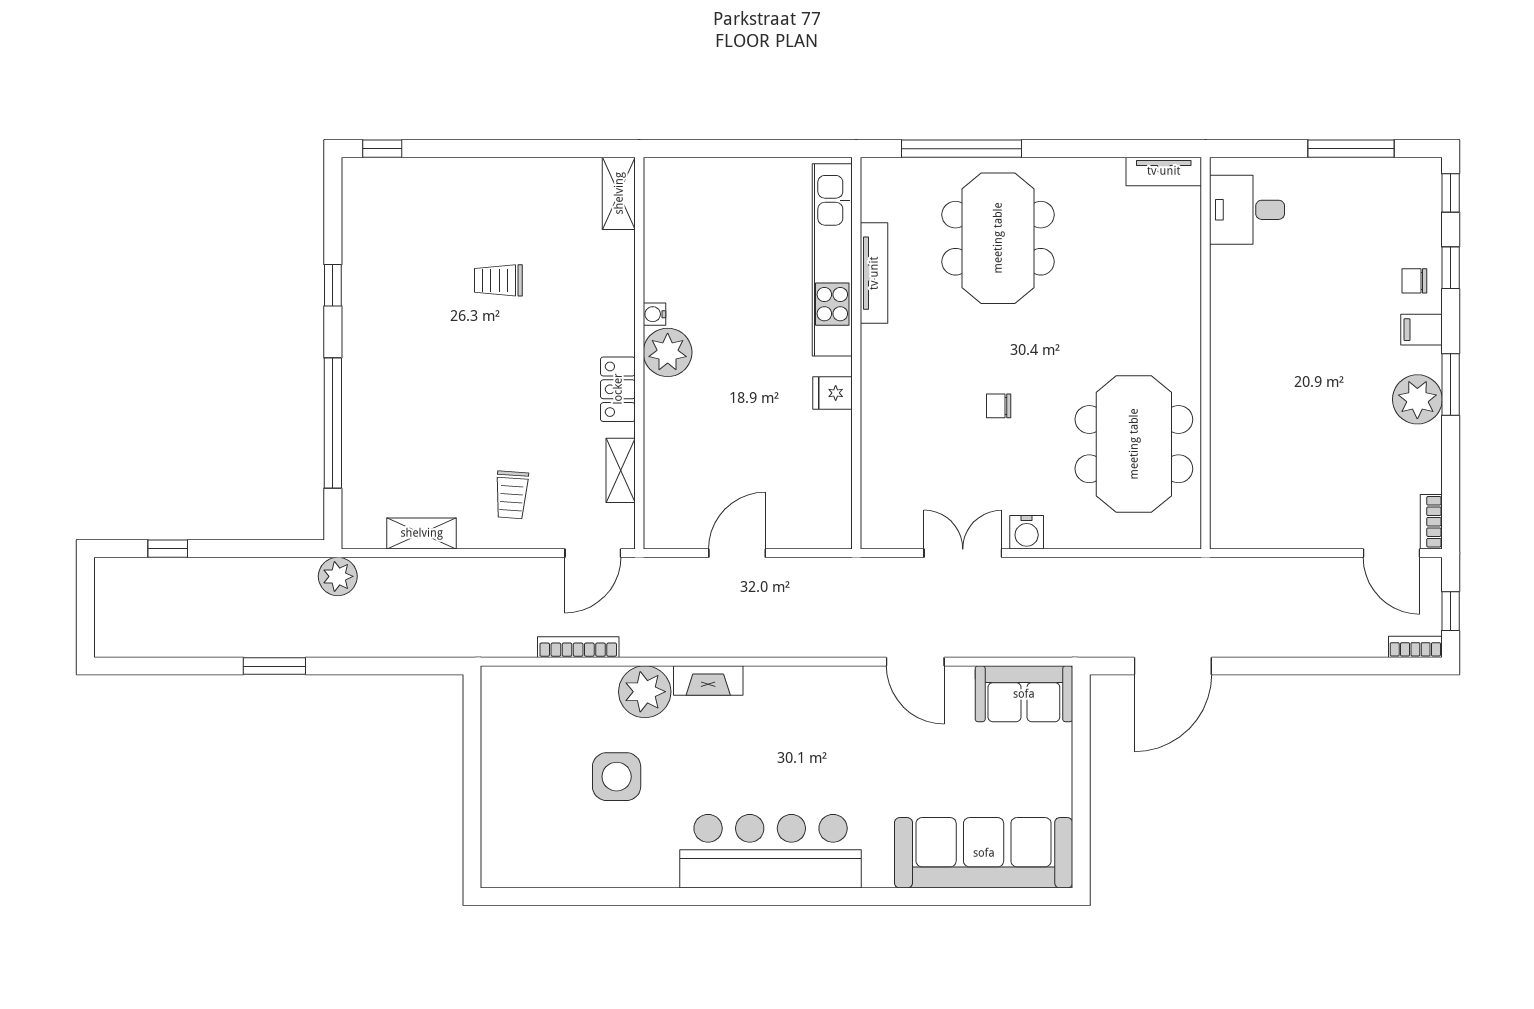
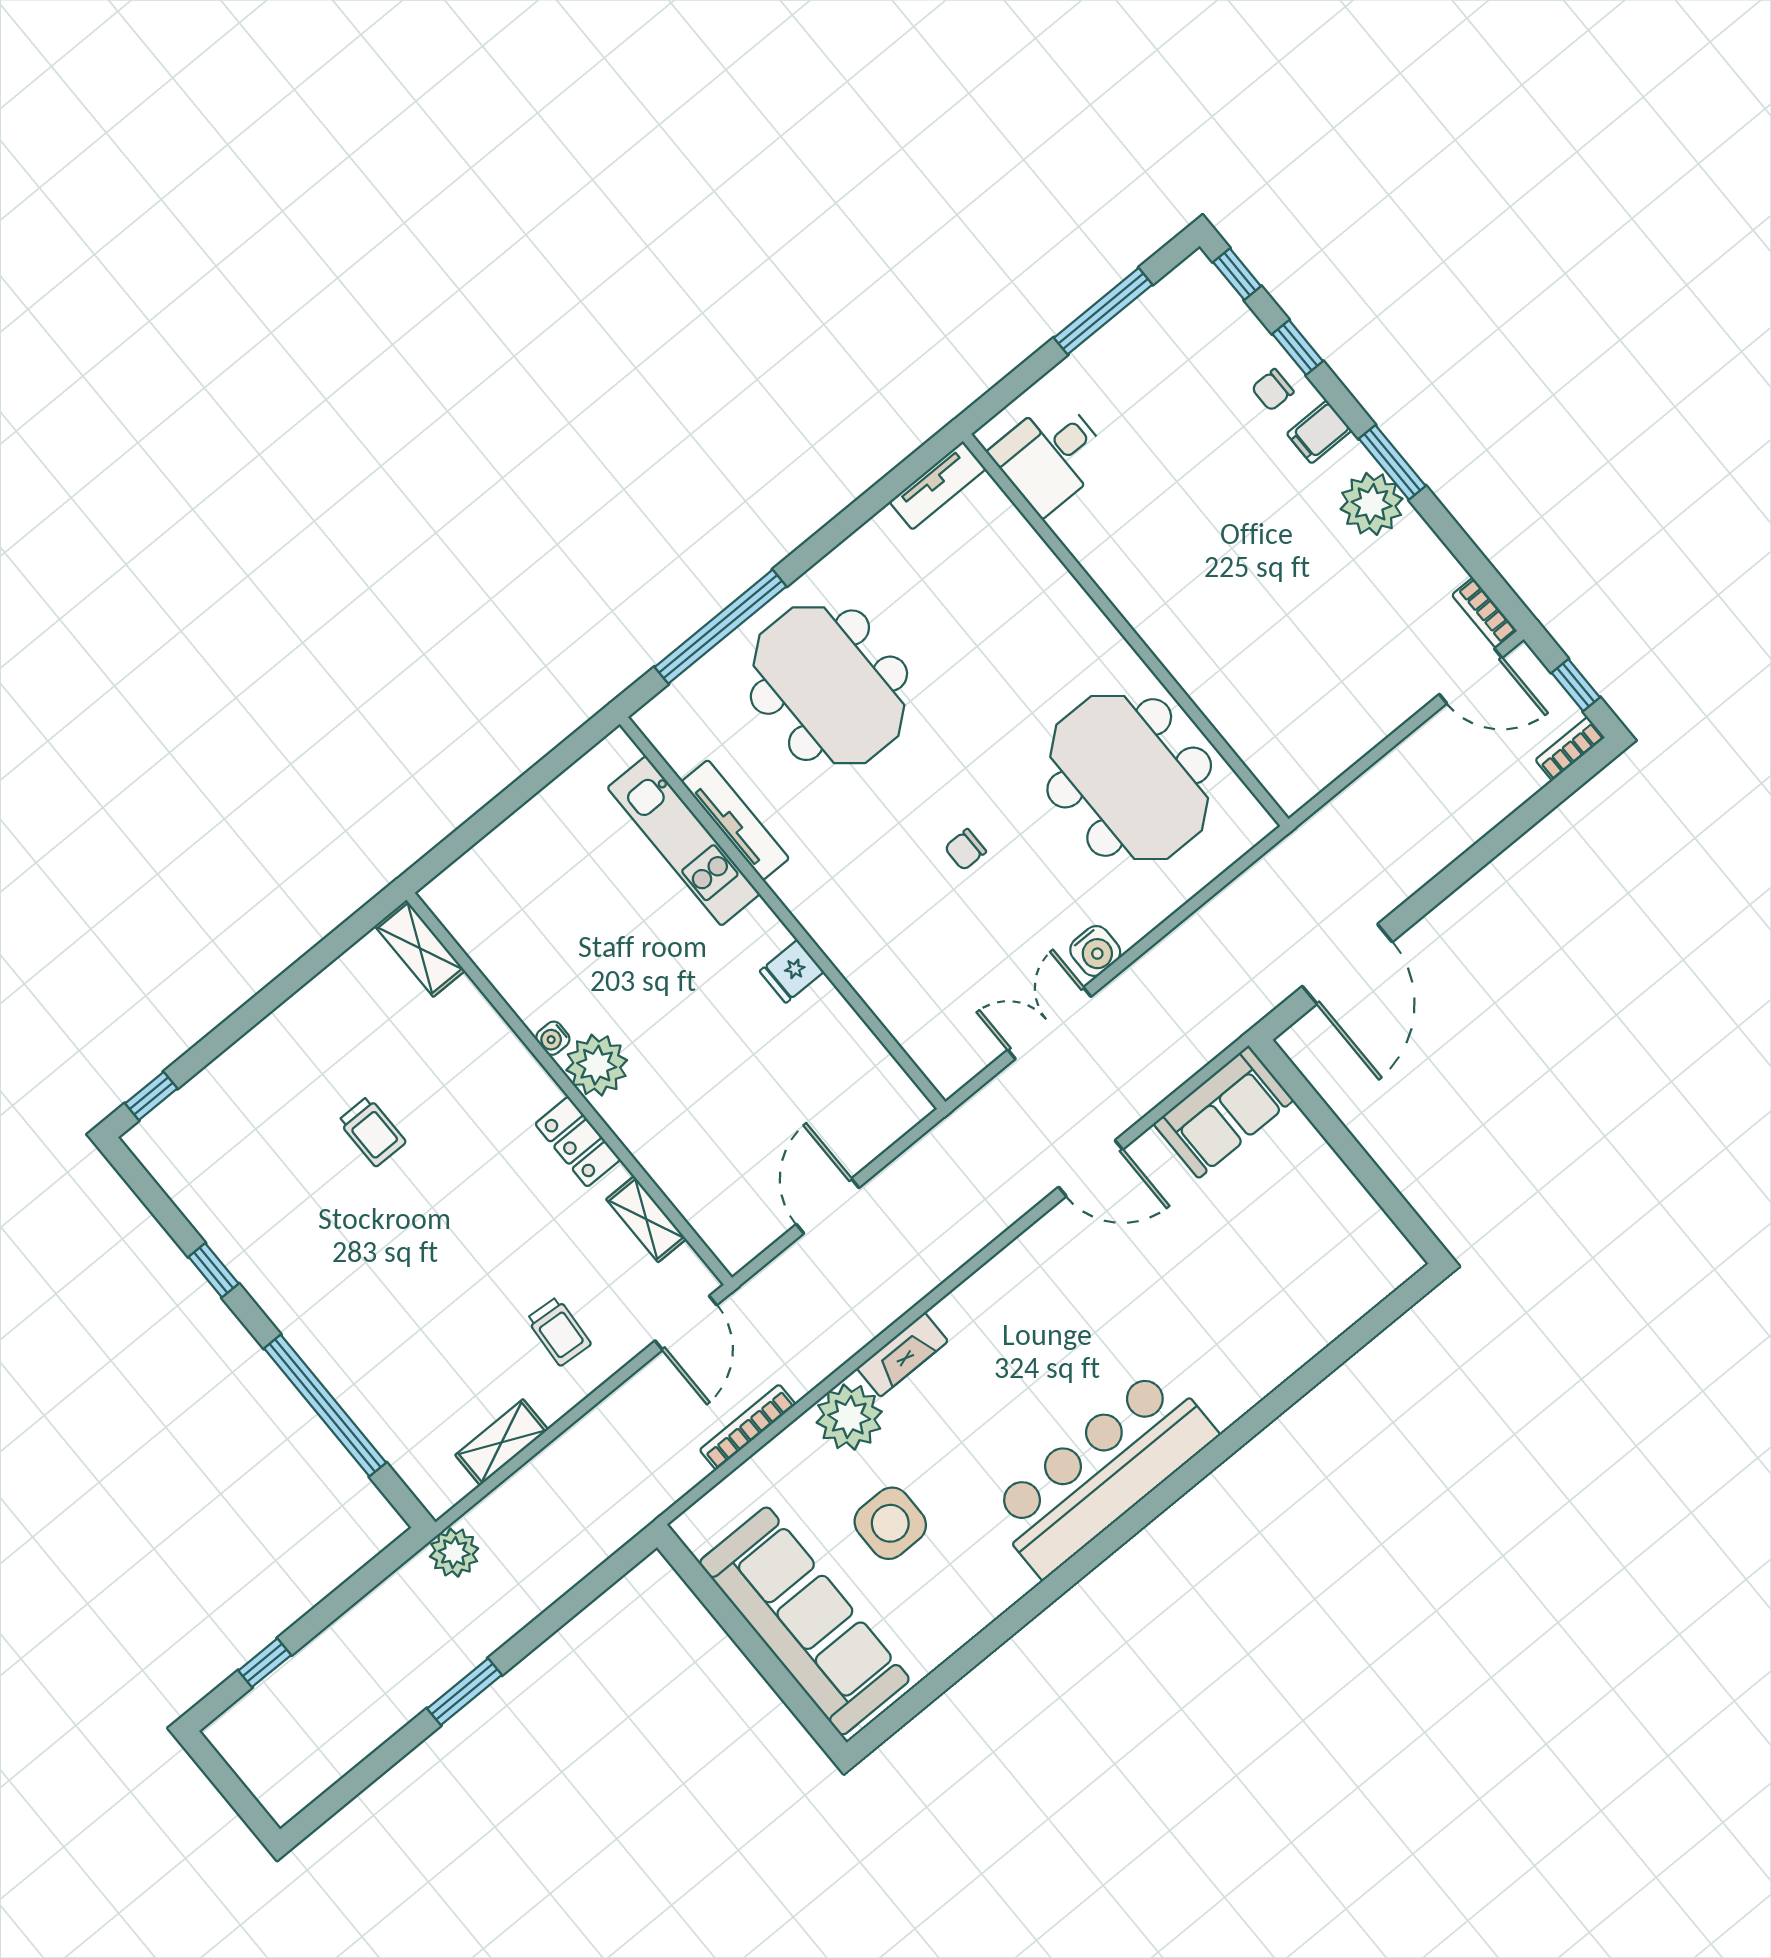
kitchen unit: (832, 260) -> (684, 841), width x0.73
trolley: (498, 280) -> (372, 1131), turned -90
sofa: (984, 853) -> (804, 1621), moved, turned 90

